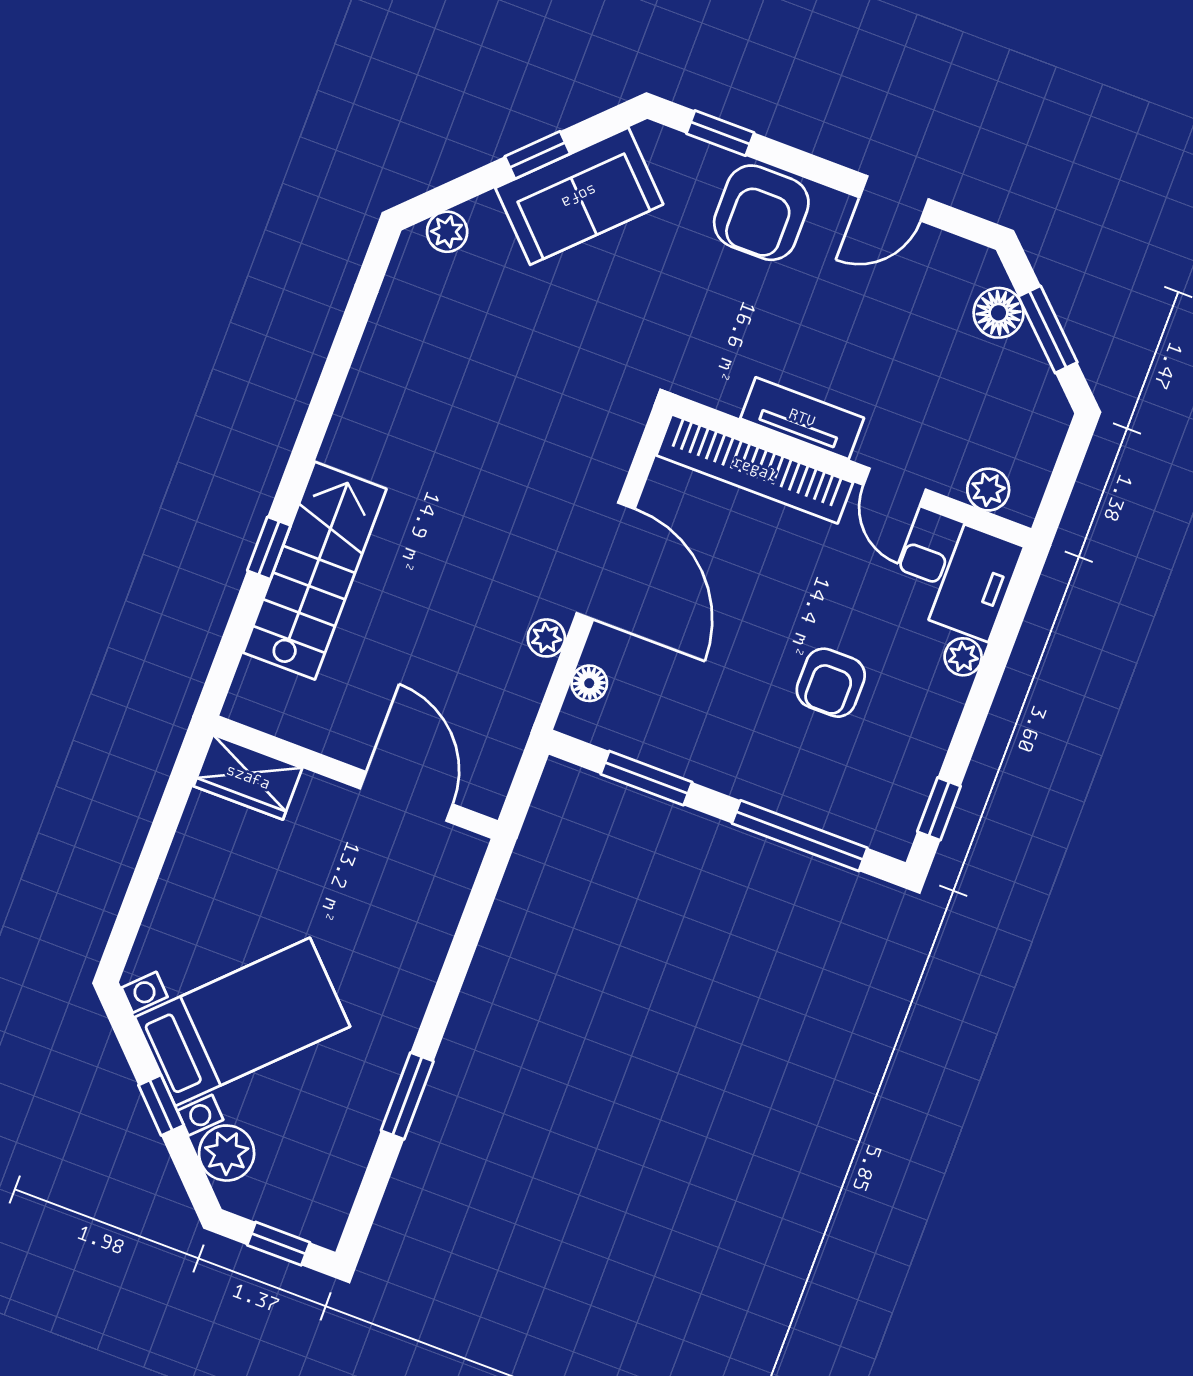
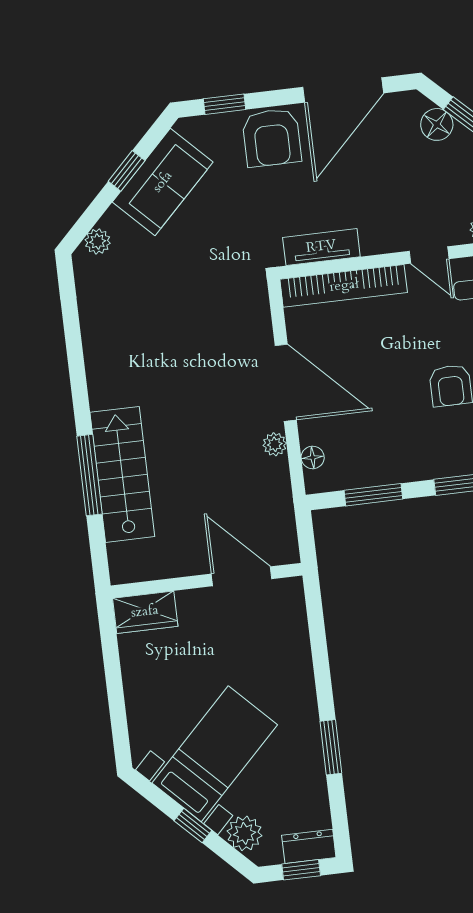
door: (894, 198) -> (343, 90), width x1.87
tv unit: (802, 418) -> (321, 247), moved
window: (269, 548) -> (89, 475), width x2.17
dresser: (306, 1217) -> (309, 846), added

